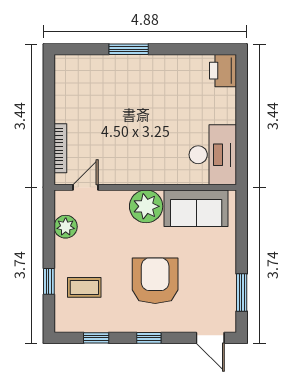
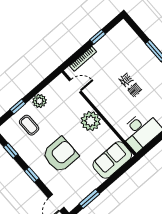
window: (49, 106) -> (98, 37), added
sofa: (196, 208) -> (112, 160), moved, turned 90
plant: (66, 227) -> (39, 101), moved

